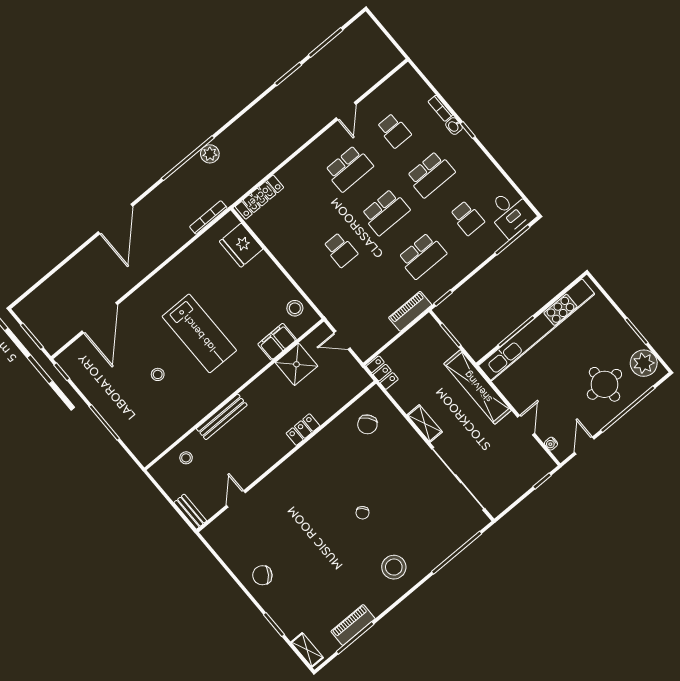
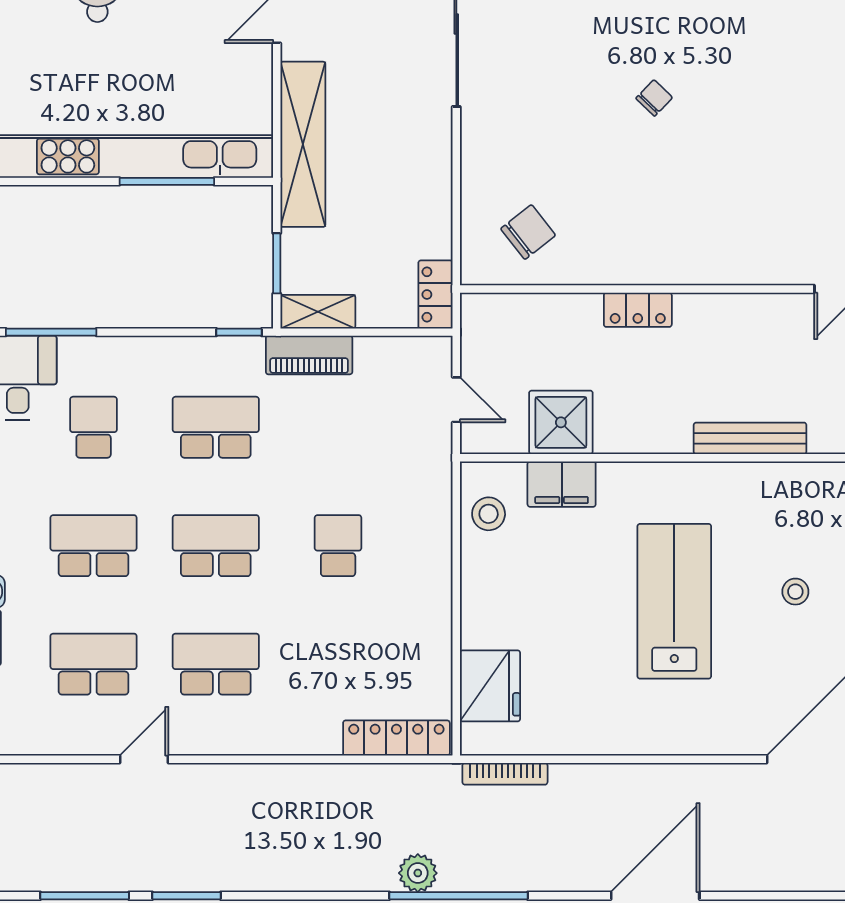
school desk: (394, 131) -> (94, 664), width x1.85
shelving: (425, 423) -> (318, 312), moved, turned 90

